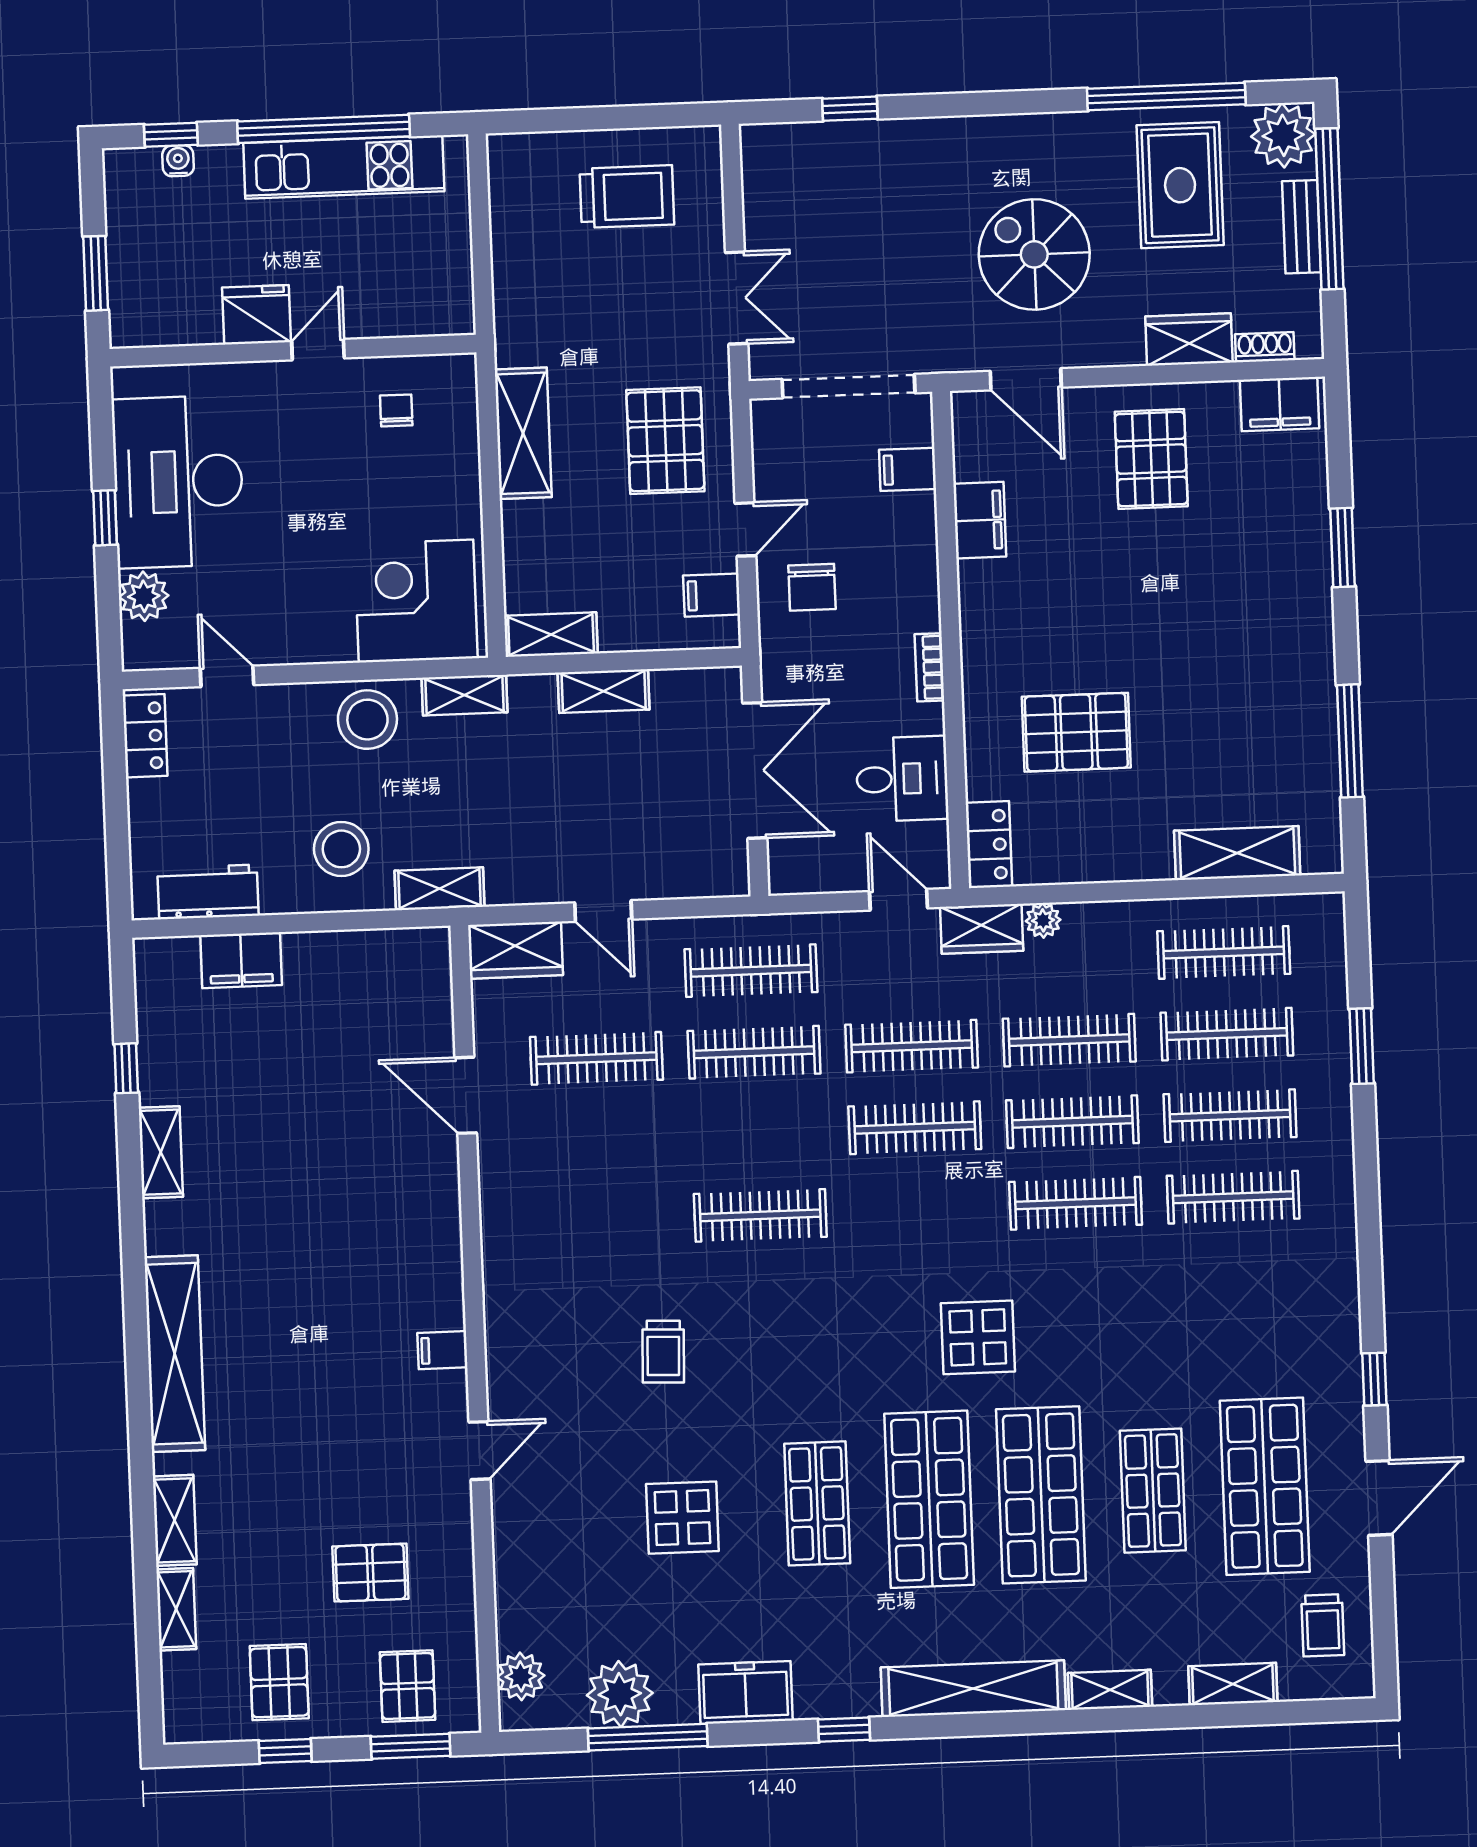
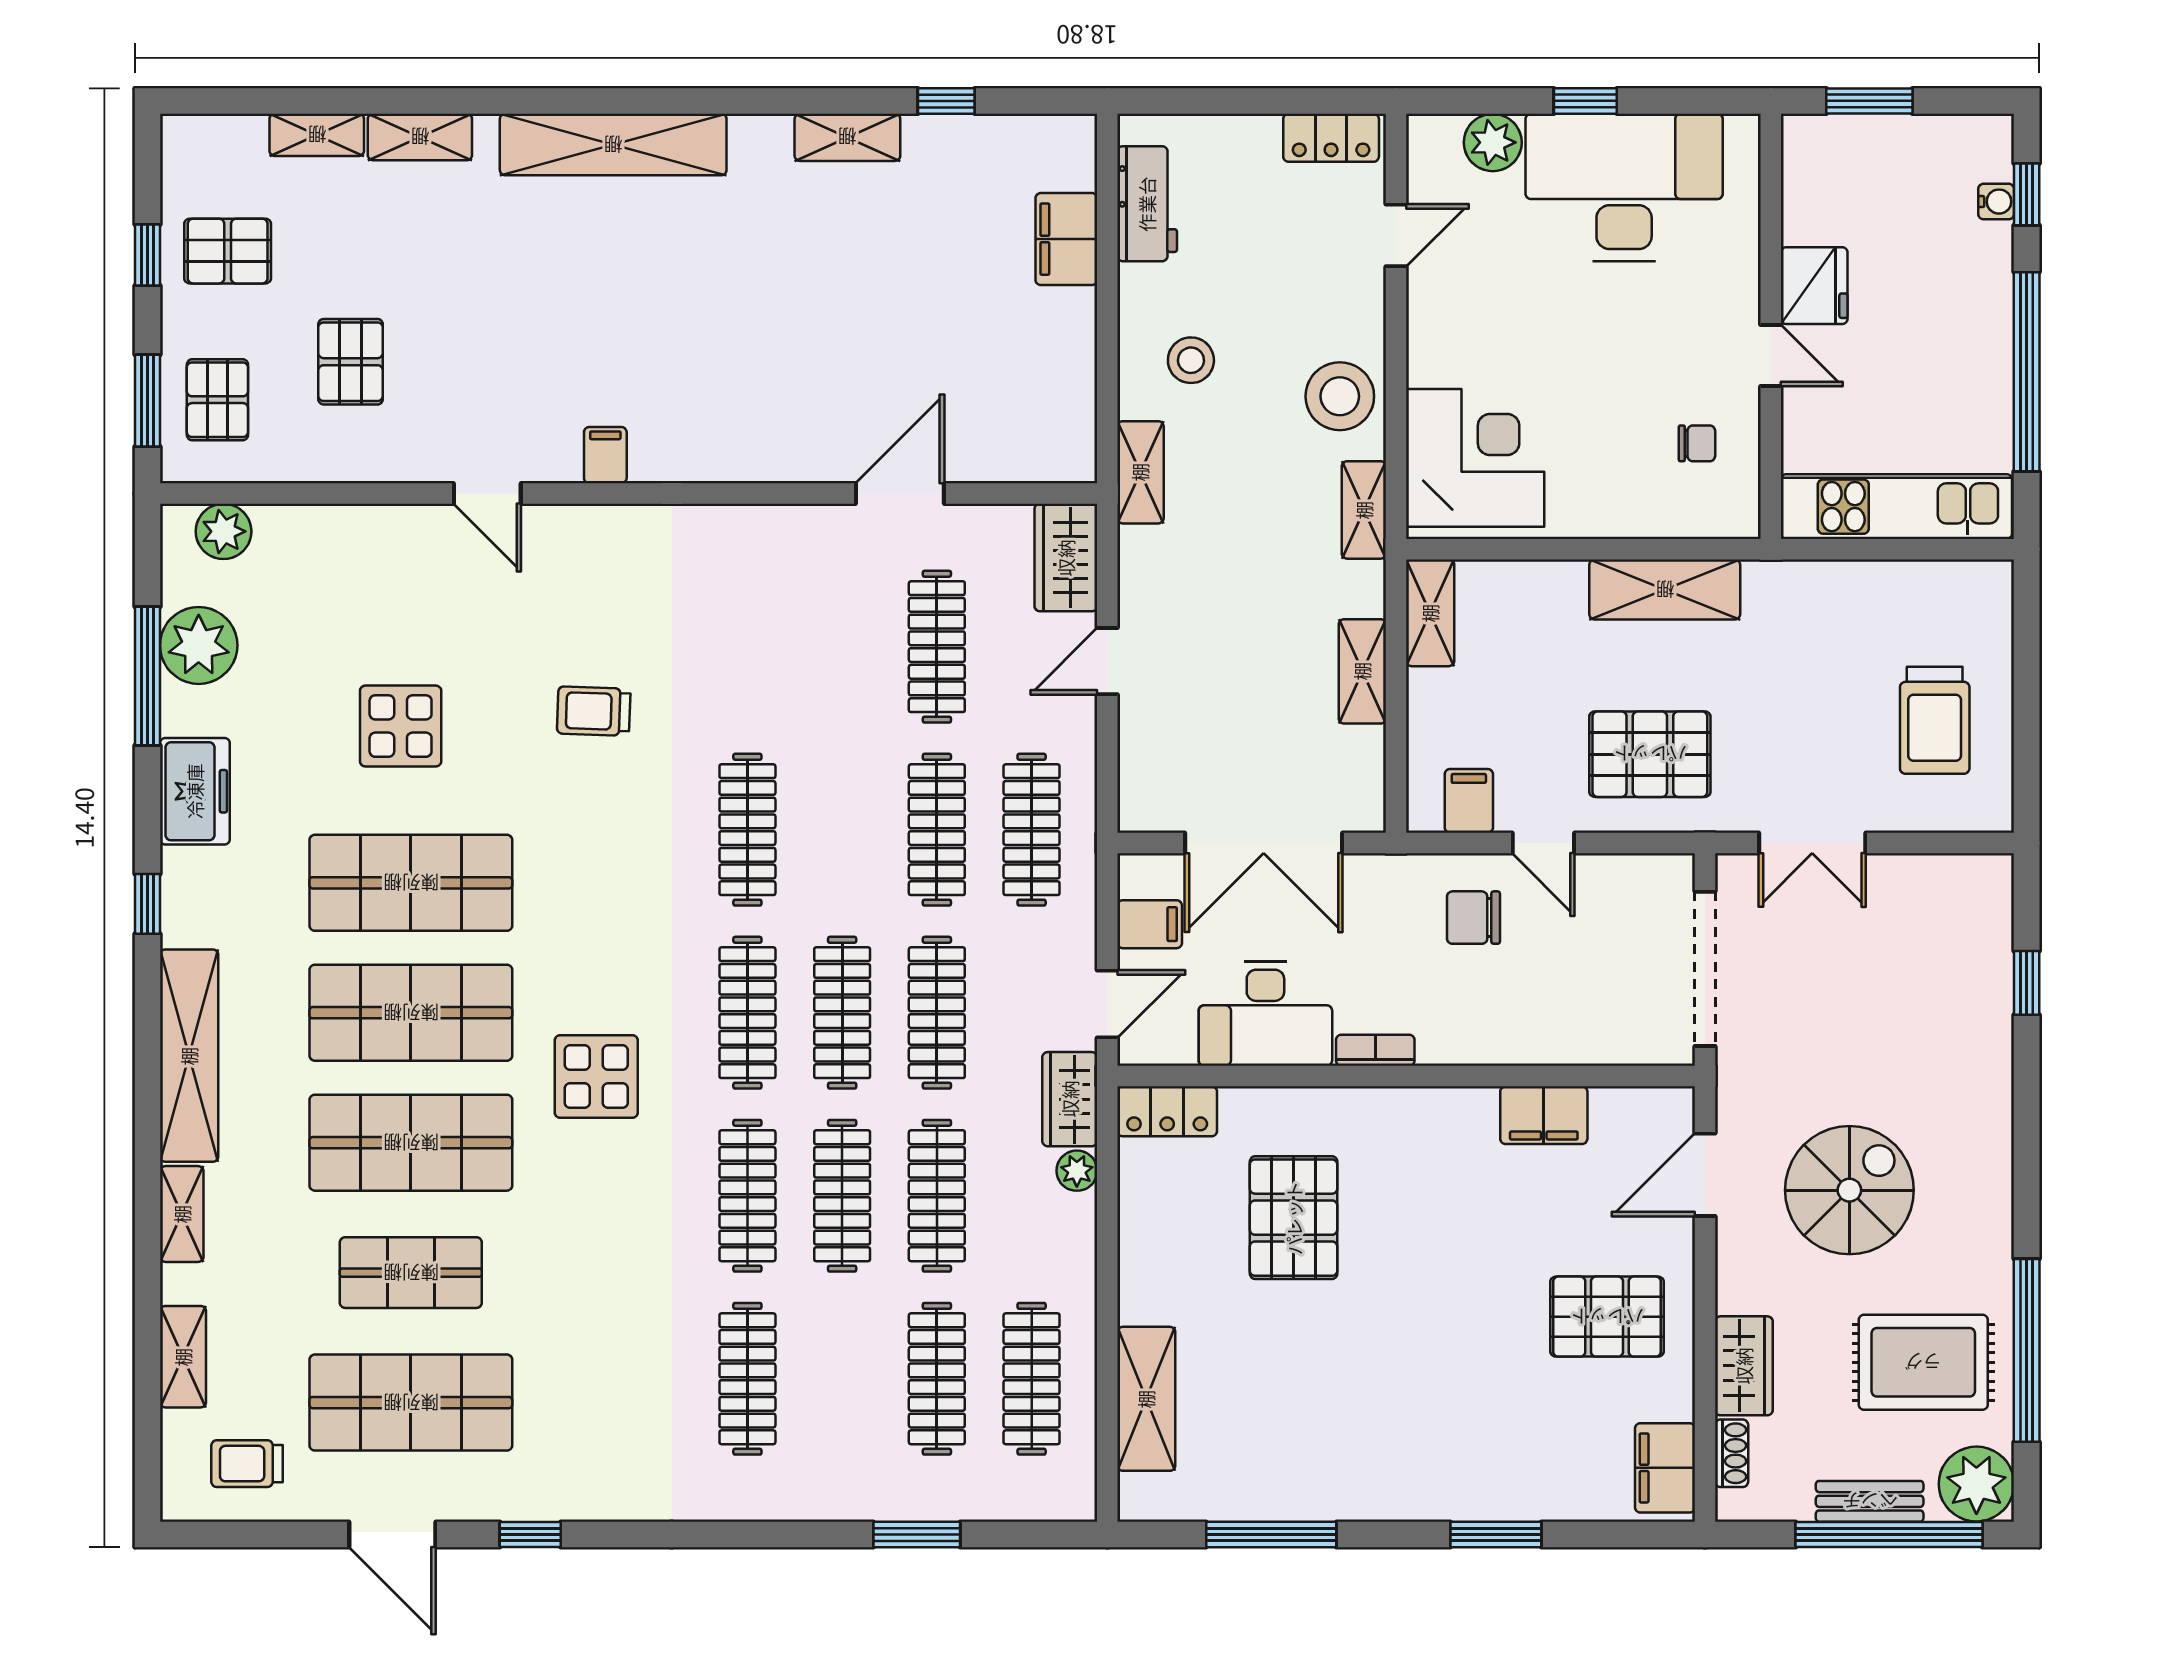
kitchen unit: (344, 167) -> (1896, 507), moved, turned 90
filing cabinet: (908, 469) -> (1150, 924), moved, turned 90
desk: (902, 779) -> (1265, 1014), width x1.37
stool: (341, 849) -> (1191, 360), width x0.73, depth x0.73
clothes rail: (1230, 1116) -> (747, 1013), moved
shop shelf: (817, 1503) -> (411, 883), width x1.43, depth x1.36
pallet: (408, 1686) -> (217, 400), turned 90

